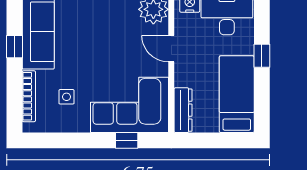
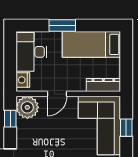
window: (262, 56) -> (62, 26), width x1.50

